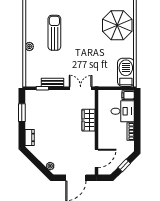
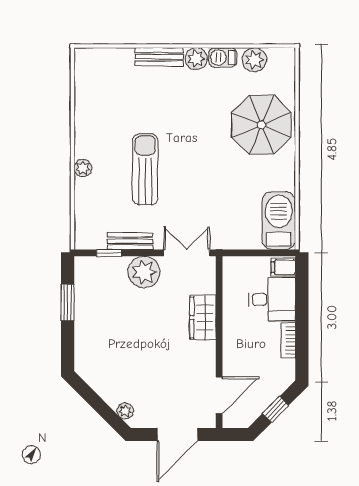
sun lounger: (54, 33) -> (145, 169), moved
plant: (59, 98) -> (144, 272), added
dresser: (30, 137) -> (83, 353), removed

